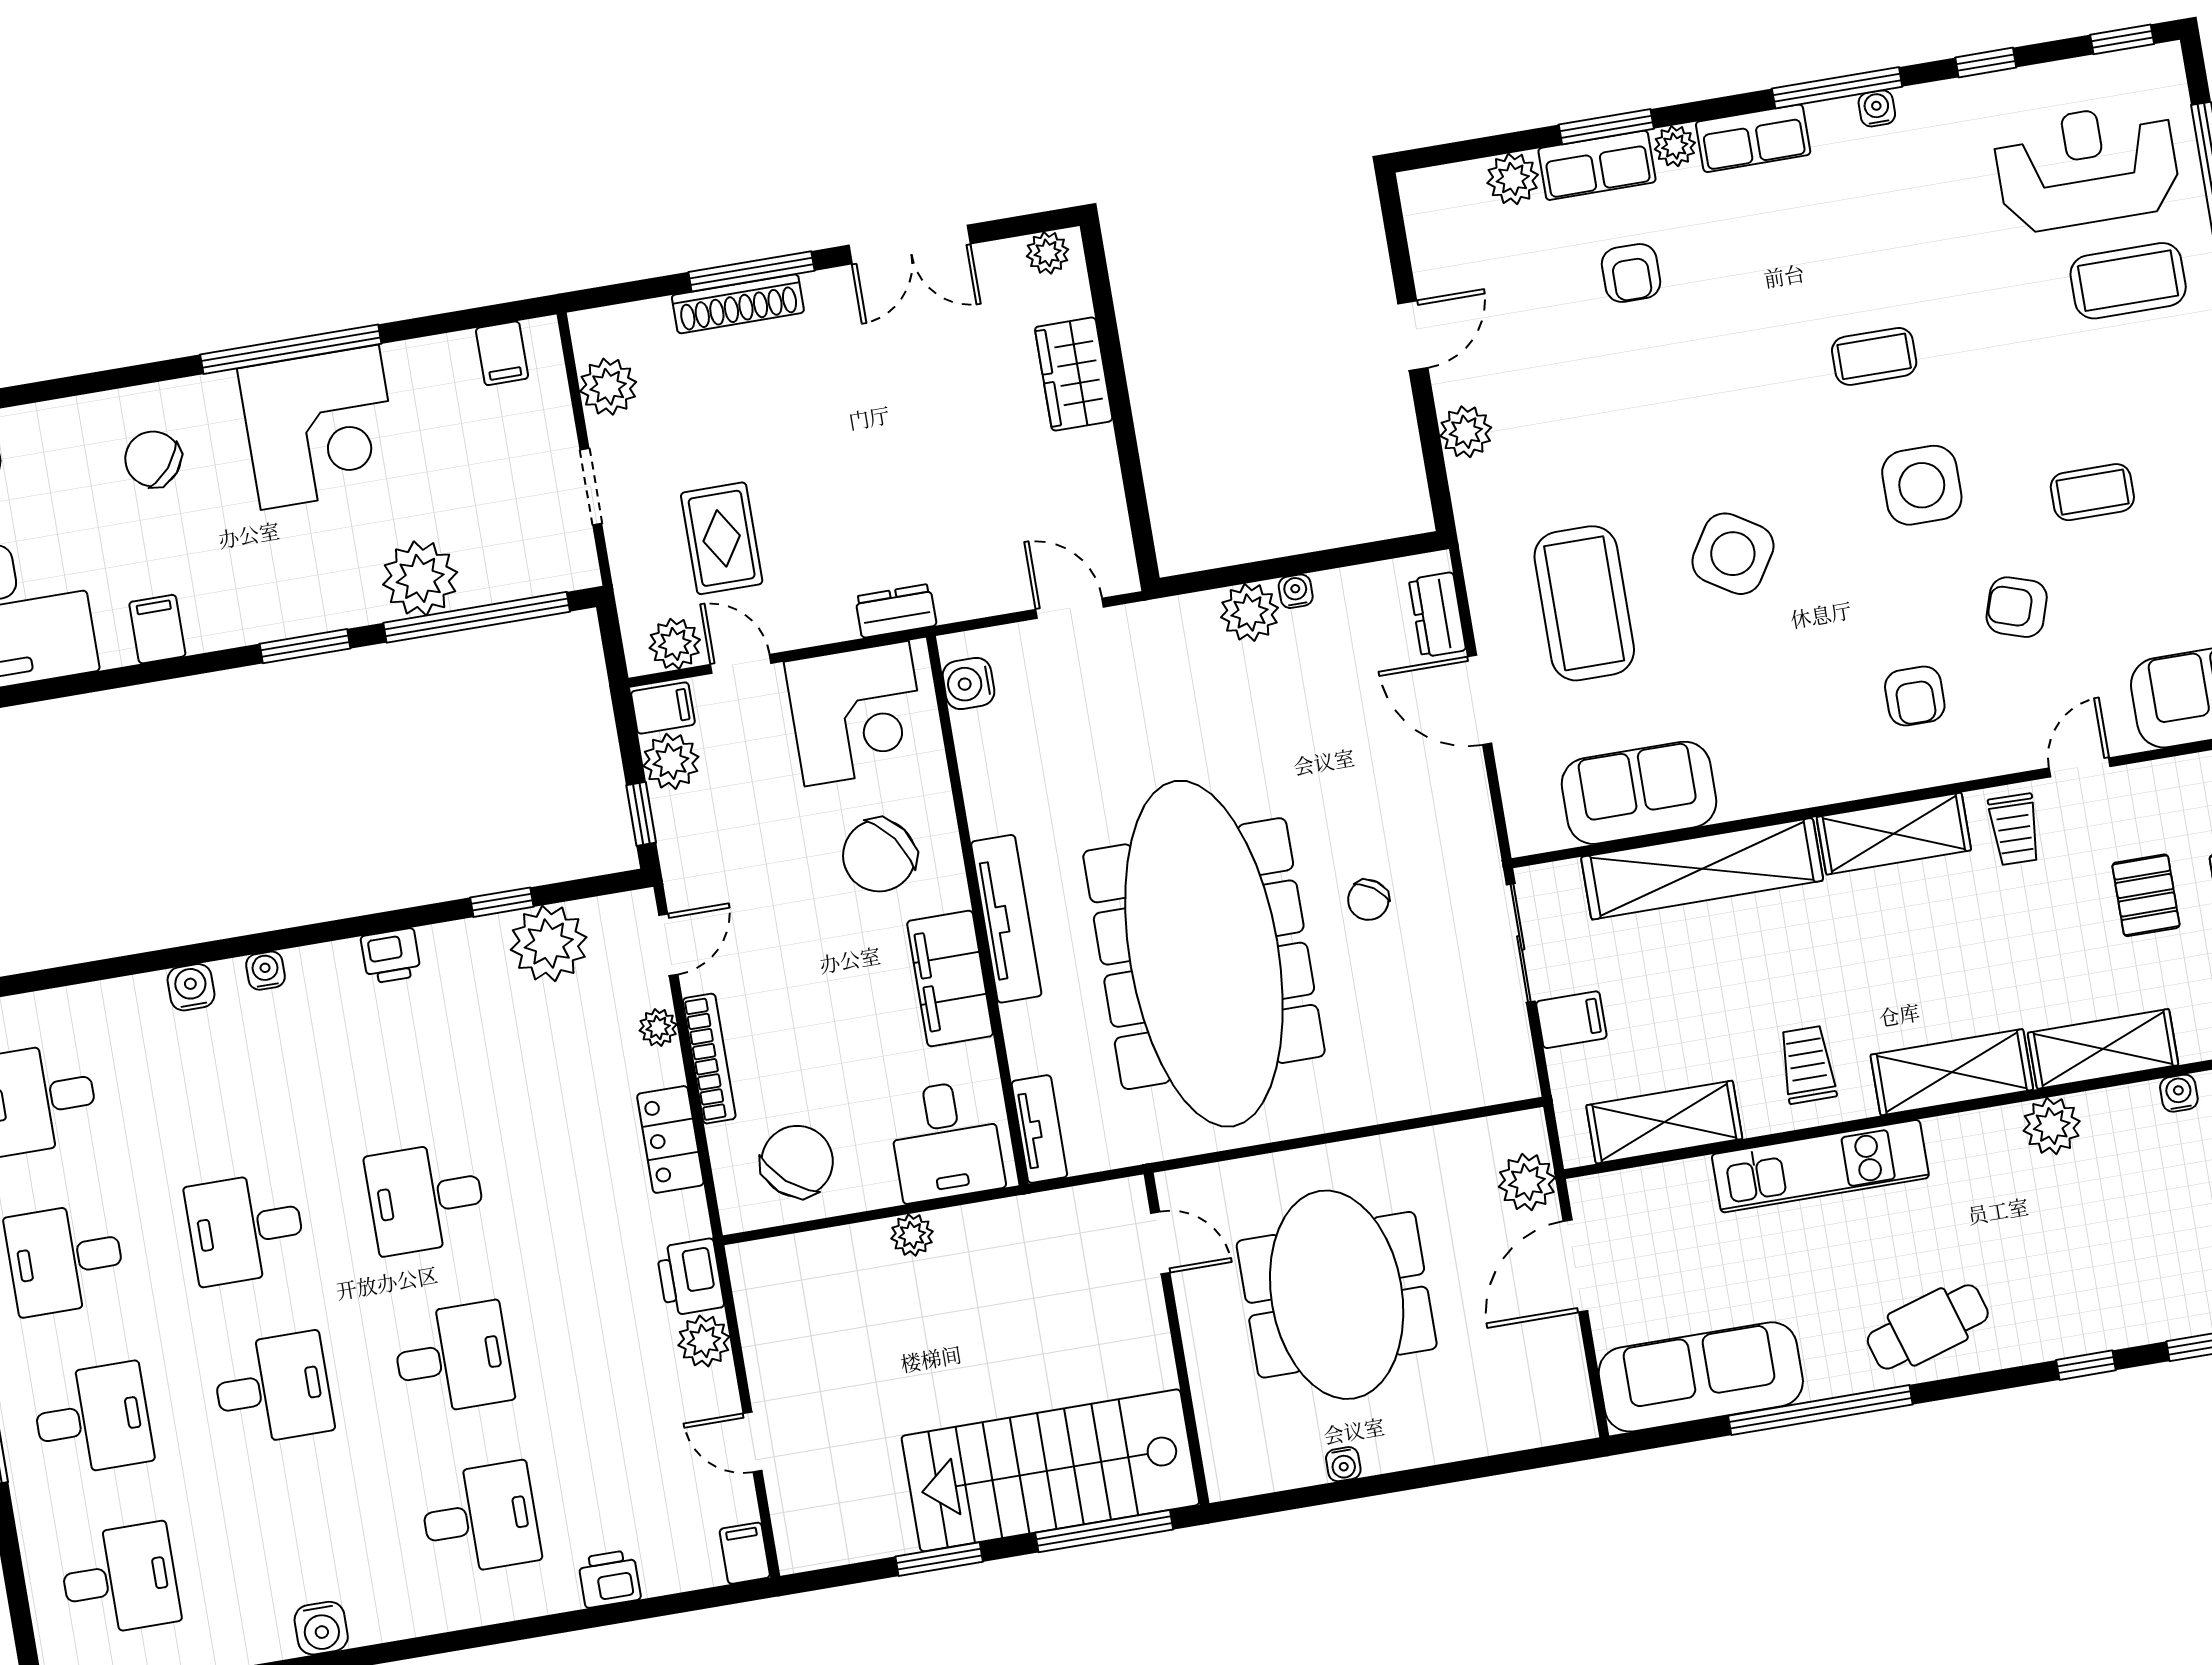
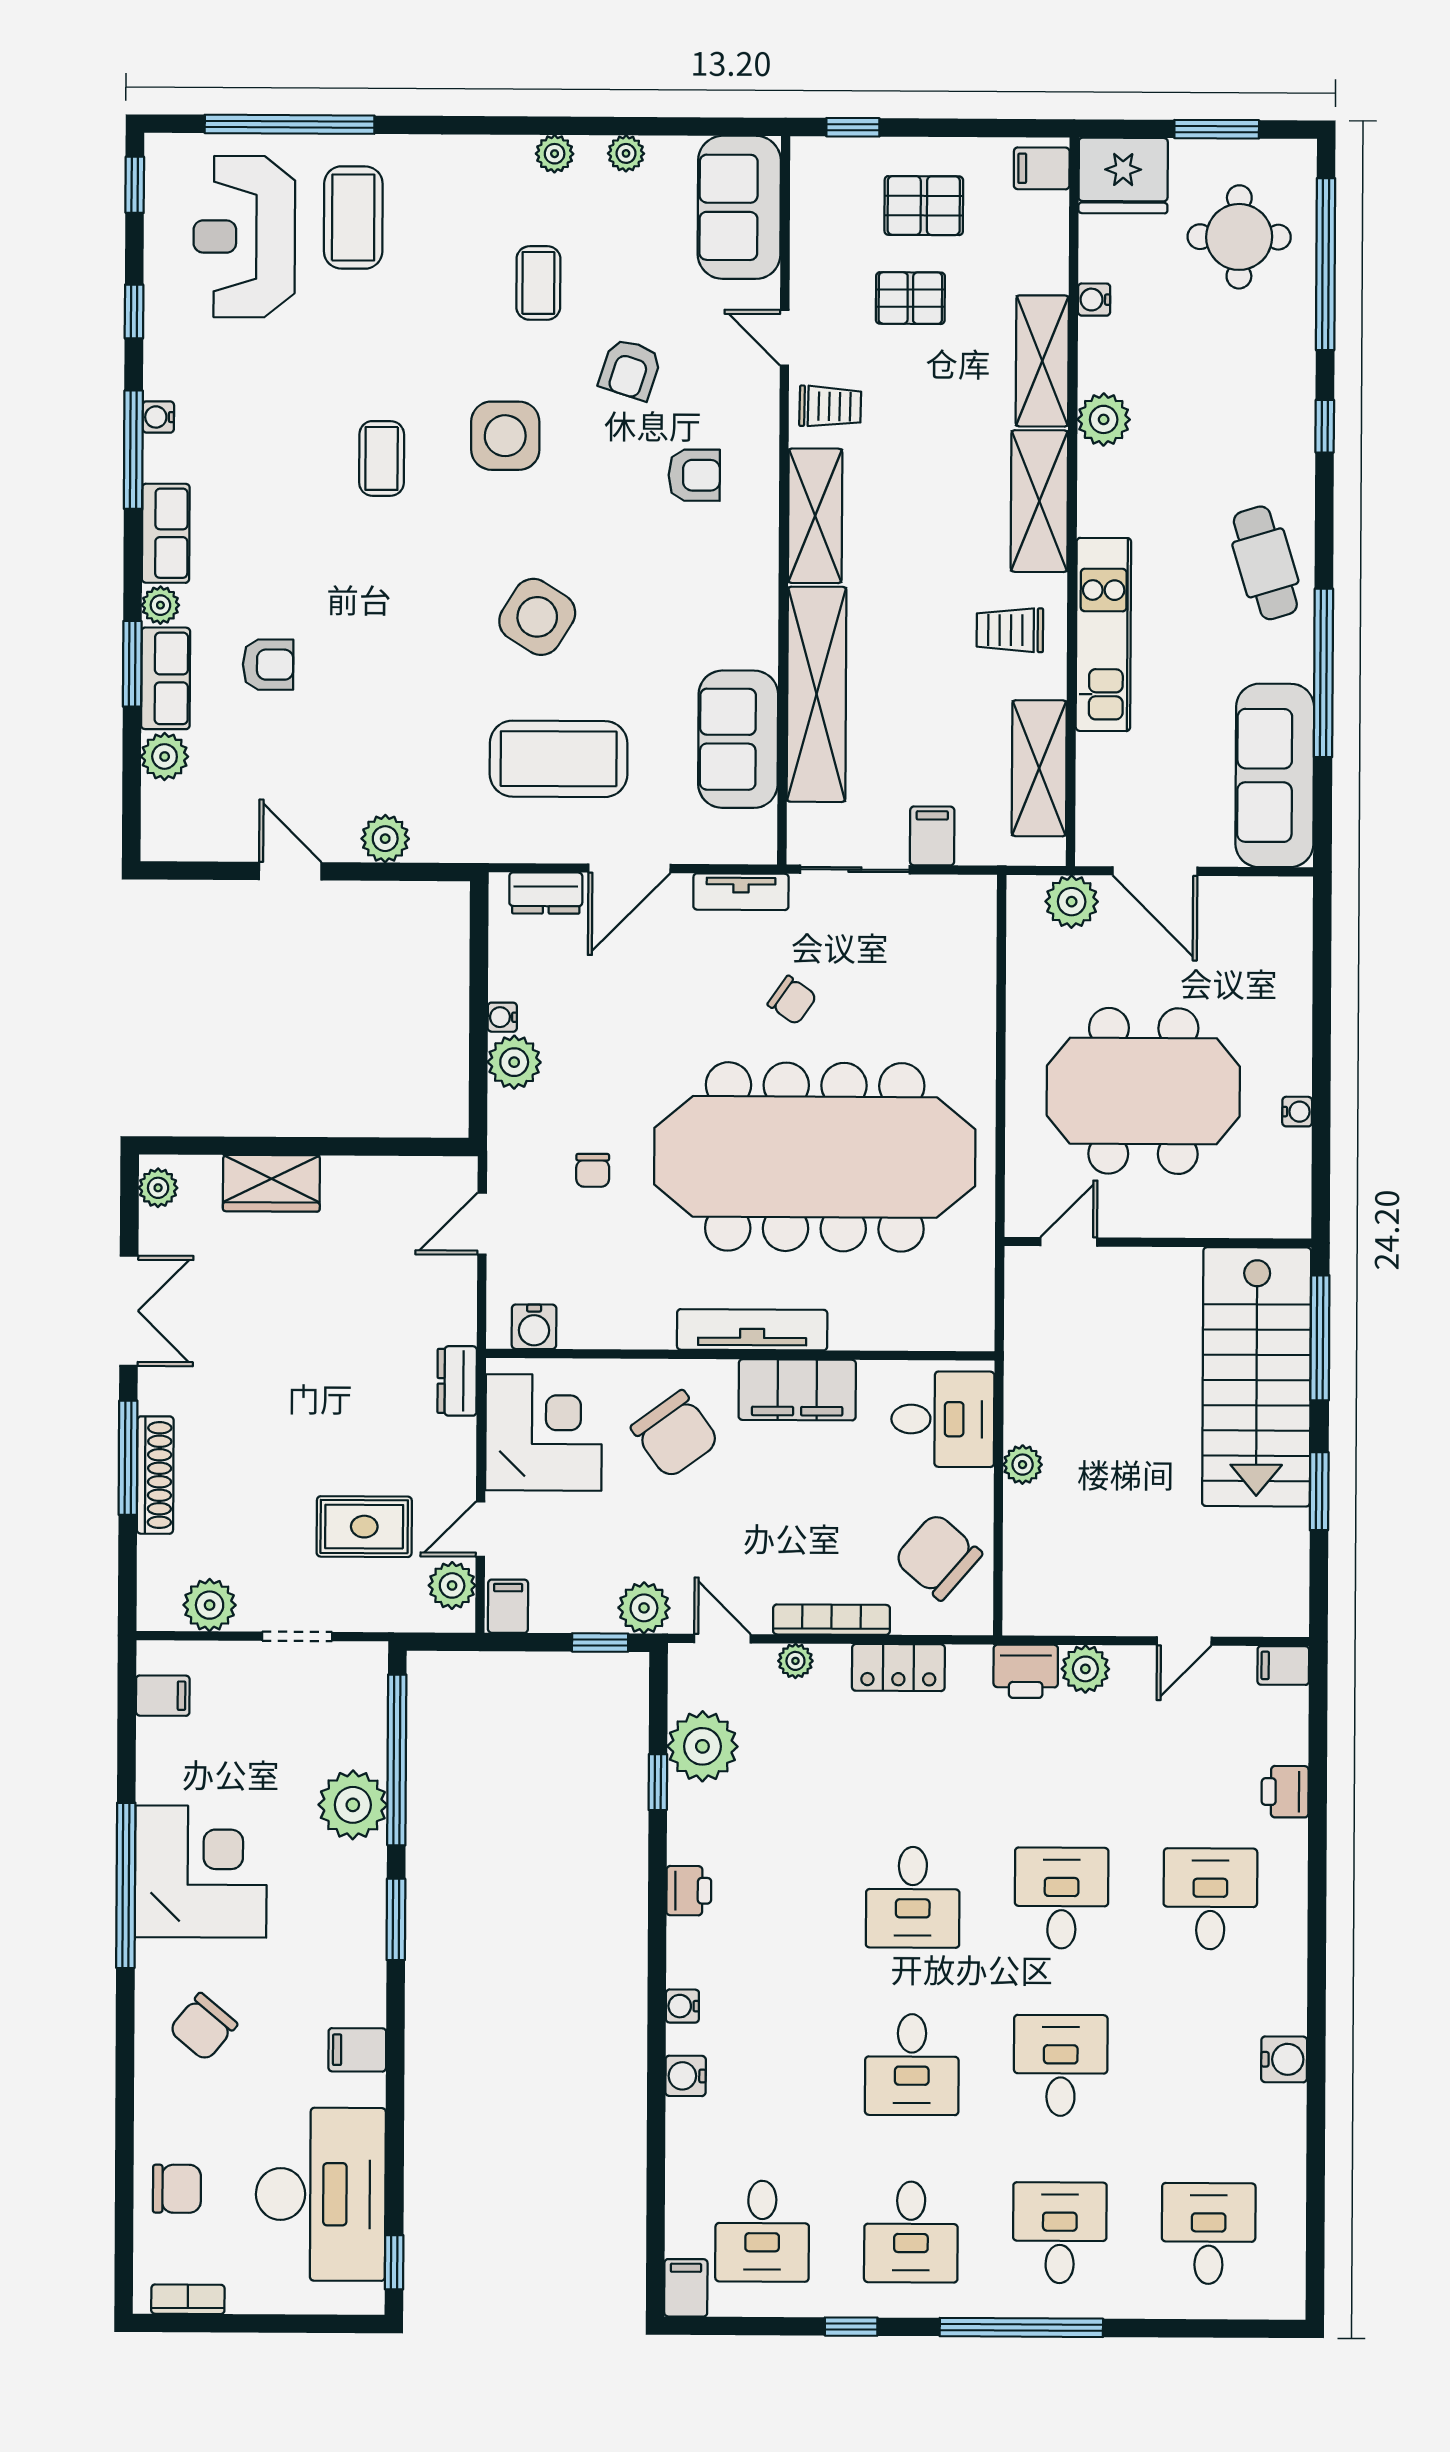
chair: (1148, 717) -> (593, 1170), added
plant: (671, 761) -> (644, 1608), moved
tv unit: (1039, 1129) -> (741, 892), moved, turned 180

